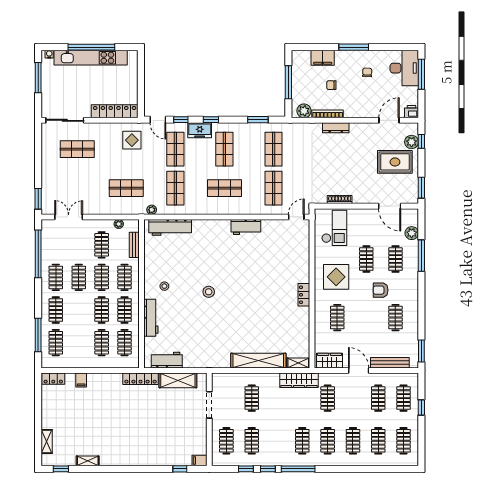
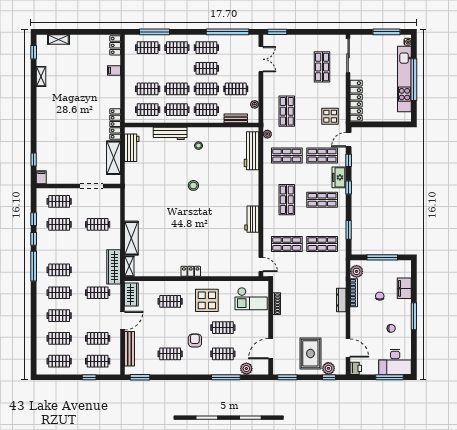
shelving: (258, 361) -> (131, 238), width x0.68

